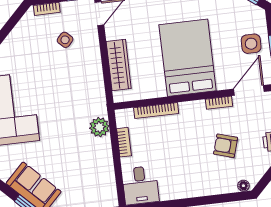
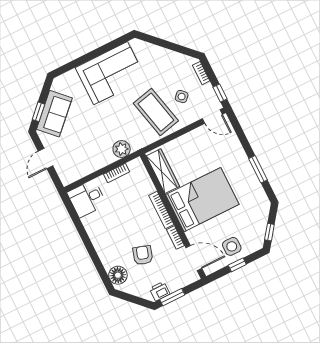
wardrobe: (119, 65) -> (163, 171), moved, turned -90
coffee table: (72, 74) -> (156, 112), added
bookcase: (156, 111) -> (161, 210), moved
floor lamp: (243, 186) -> (118, 275), width x1.89, depth x1.89

